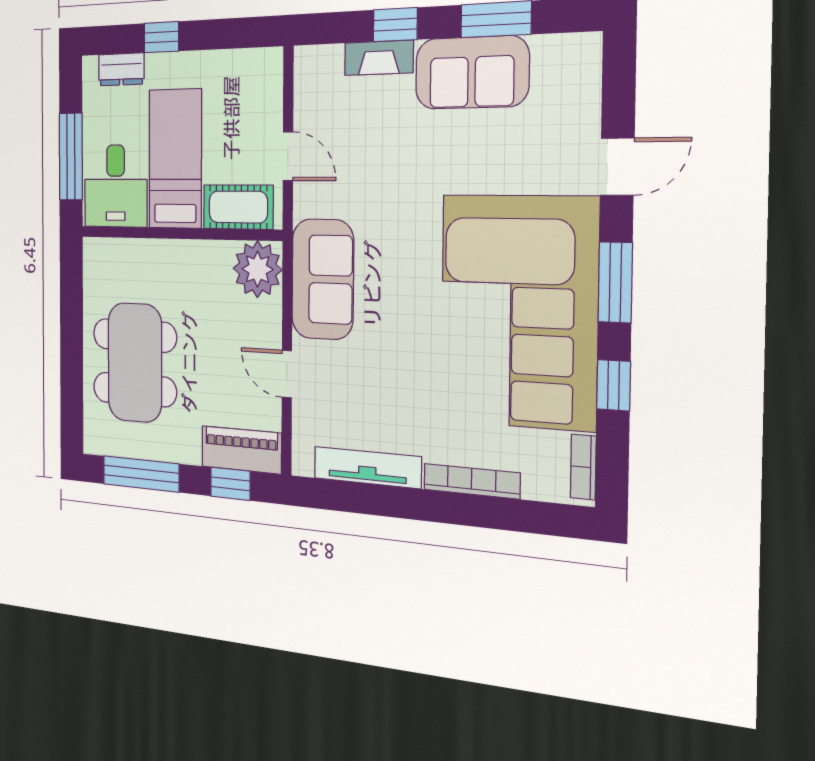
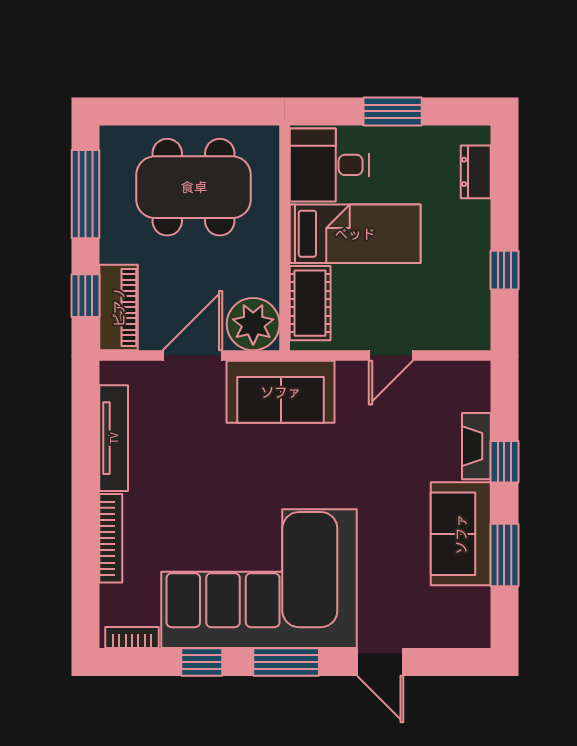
window: (161, 37) -> (504, 270), moved
window: (71, 157) -> (393, 111), width x0.69
bed: (175, 159) -> (355, 234), moved
desk: (116, 186) -> (329, 165), moved
cot: (238, 207) -> (310, 303), moved
wall: (179, 233) -> (285, 238), moved
plant: (258, 269) -> (253, 324), moved
door: (287, 374) -> (192, 356), width x1.38

